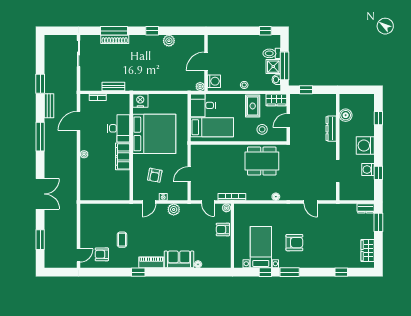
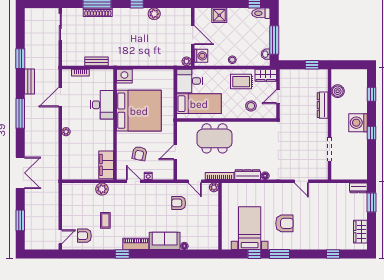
toilet: (272, 53) -> (261, 13), moved
door: (206, 61) -> (193, 35), swing flipped
shower: (273, 67) -> (219, 15), moved
window: (306, 90) -> (312, 65), moved
rug: (253, 106) -> (241, 82), turned 90
filing cabinet: (123, 156) -> (106, 165), moved
dining table: (262, 161) -> (215, 138), moved
washing machine: (368, 169) -> (361, 148), removed
window: (378, 173) -> (372, 133), moved
dresser: (259, 196) -> (248, 175), added
door: (149, 202) -> (133, 181), swing flipped
plant: (174, 209) -> (102, 189), moved
armchair: (223, 229) -> (179, 203), moved

